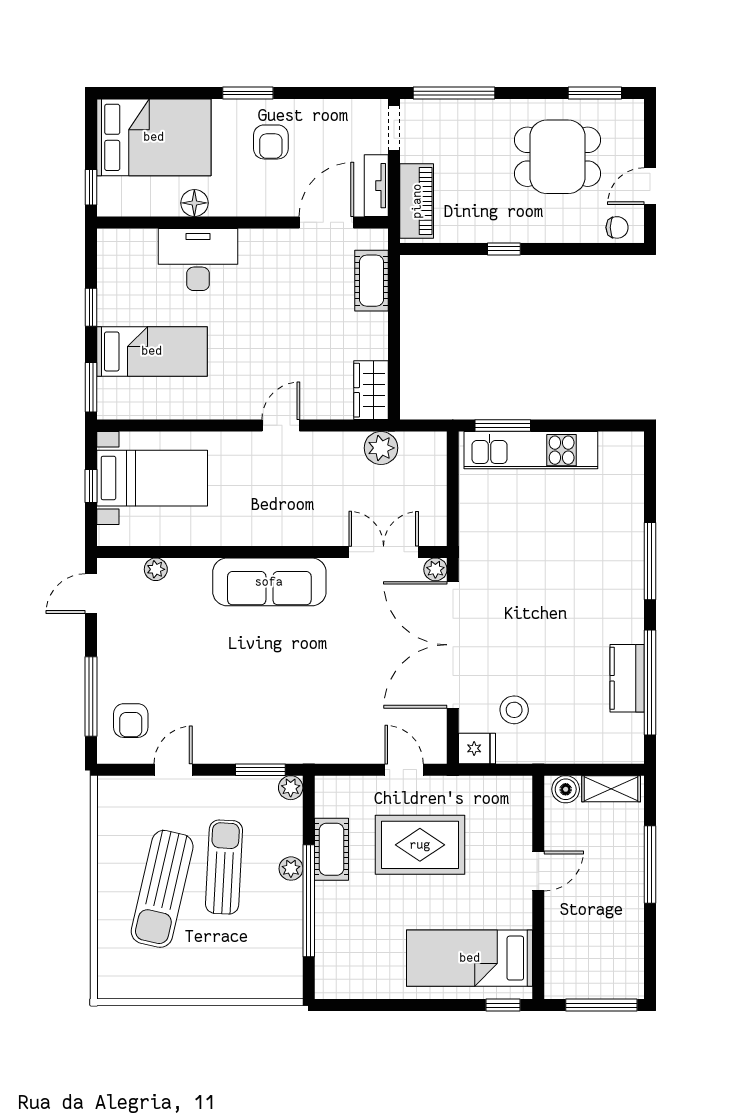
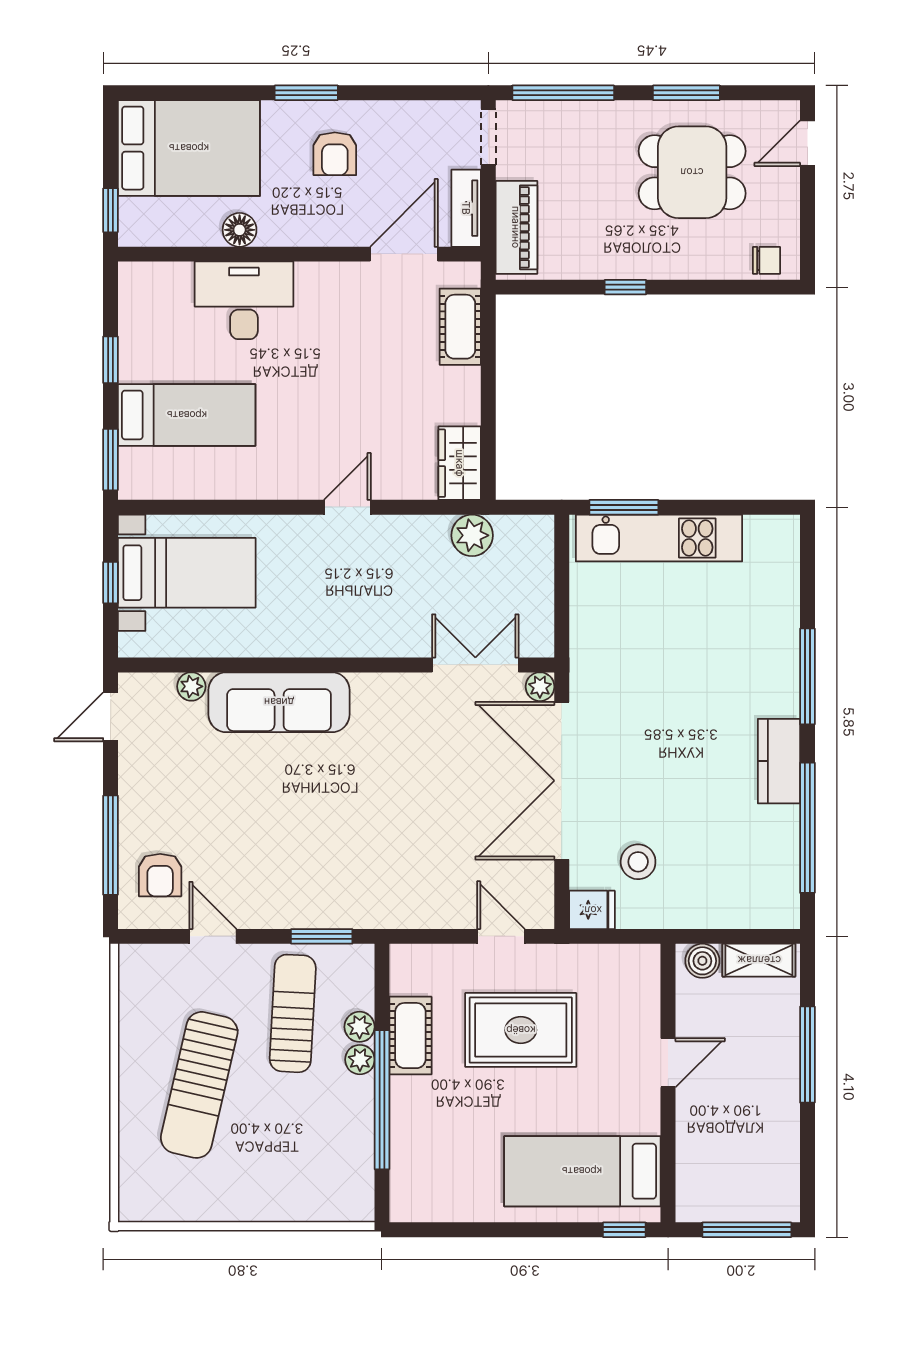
window: (595, 93) -> (686, 93), moved
door: (650, 186) -> (807, 143), moved
sofa: (269, 582) -> (279, 702), moved
kitchen counter: (627, 678) -> (779, 761), moved
door: (173, 770) -> (213, 936), hinge flipped
plant: (291, 788) -> (360, 1027), moved
sun lounger: (224, 867) -> (293, 1013), moved

